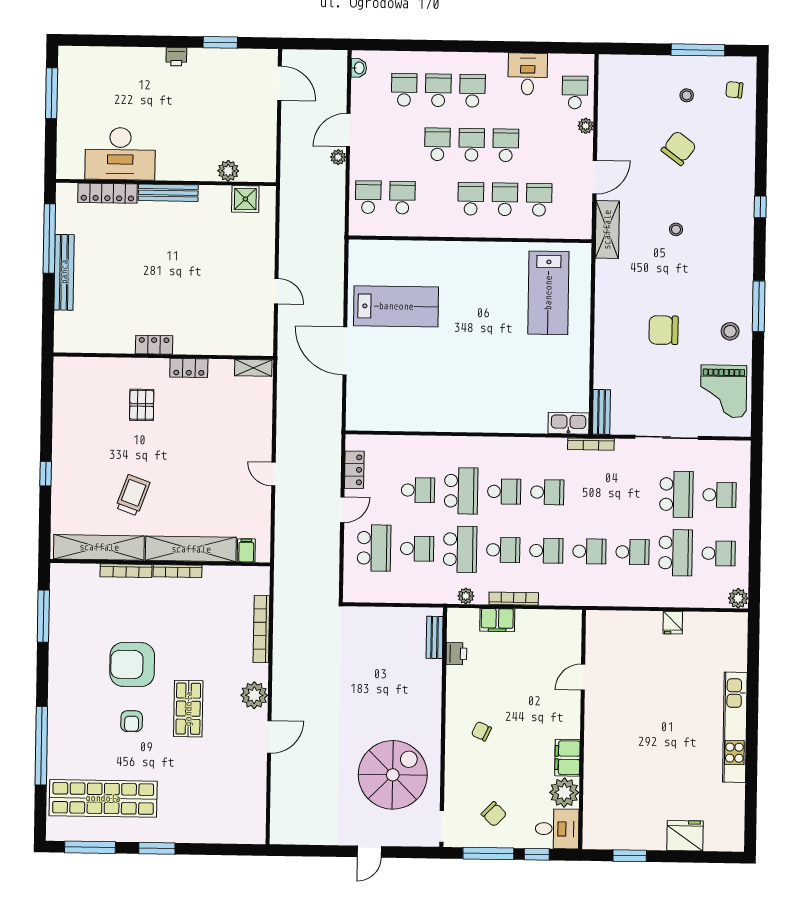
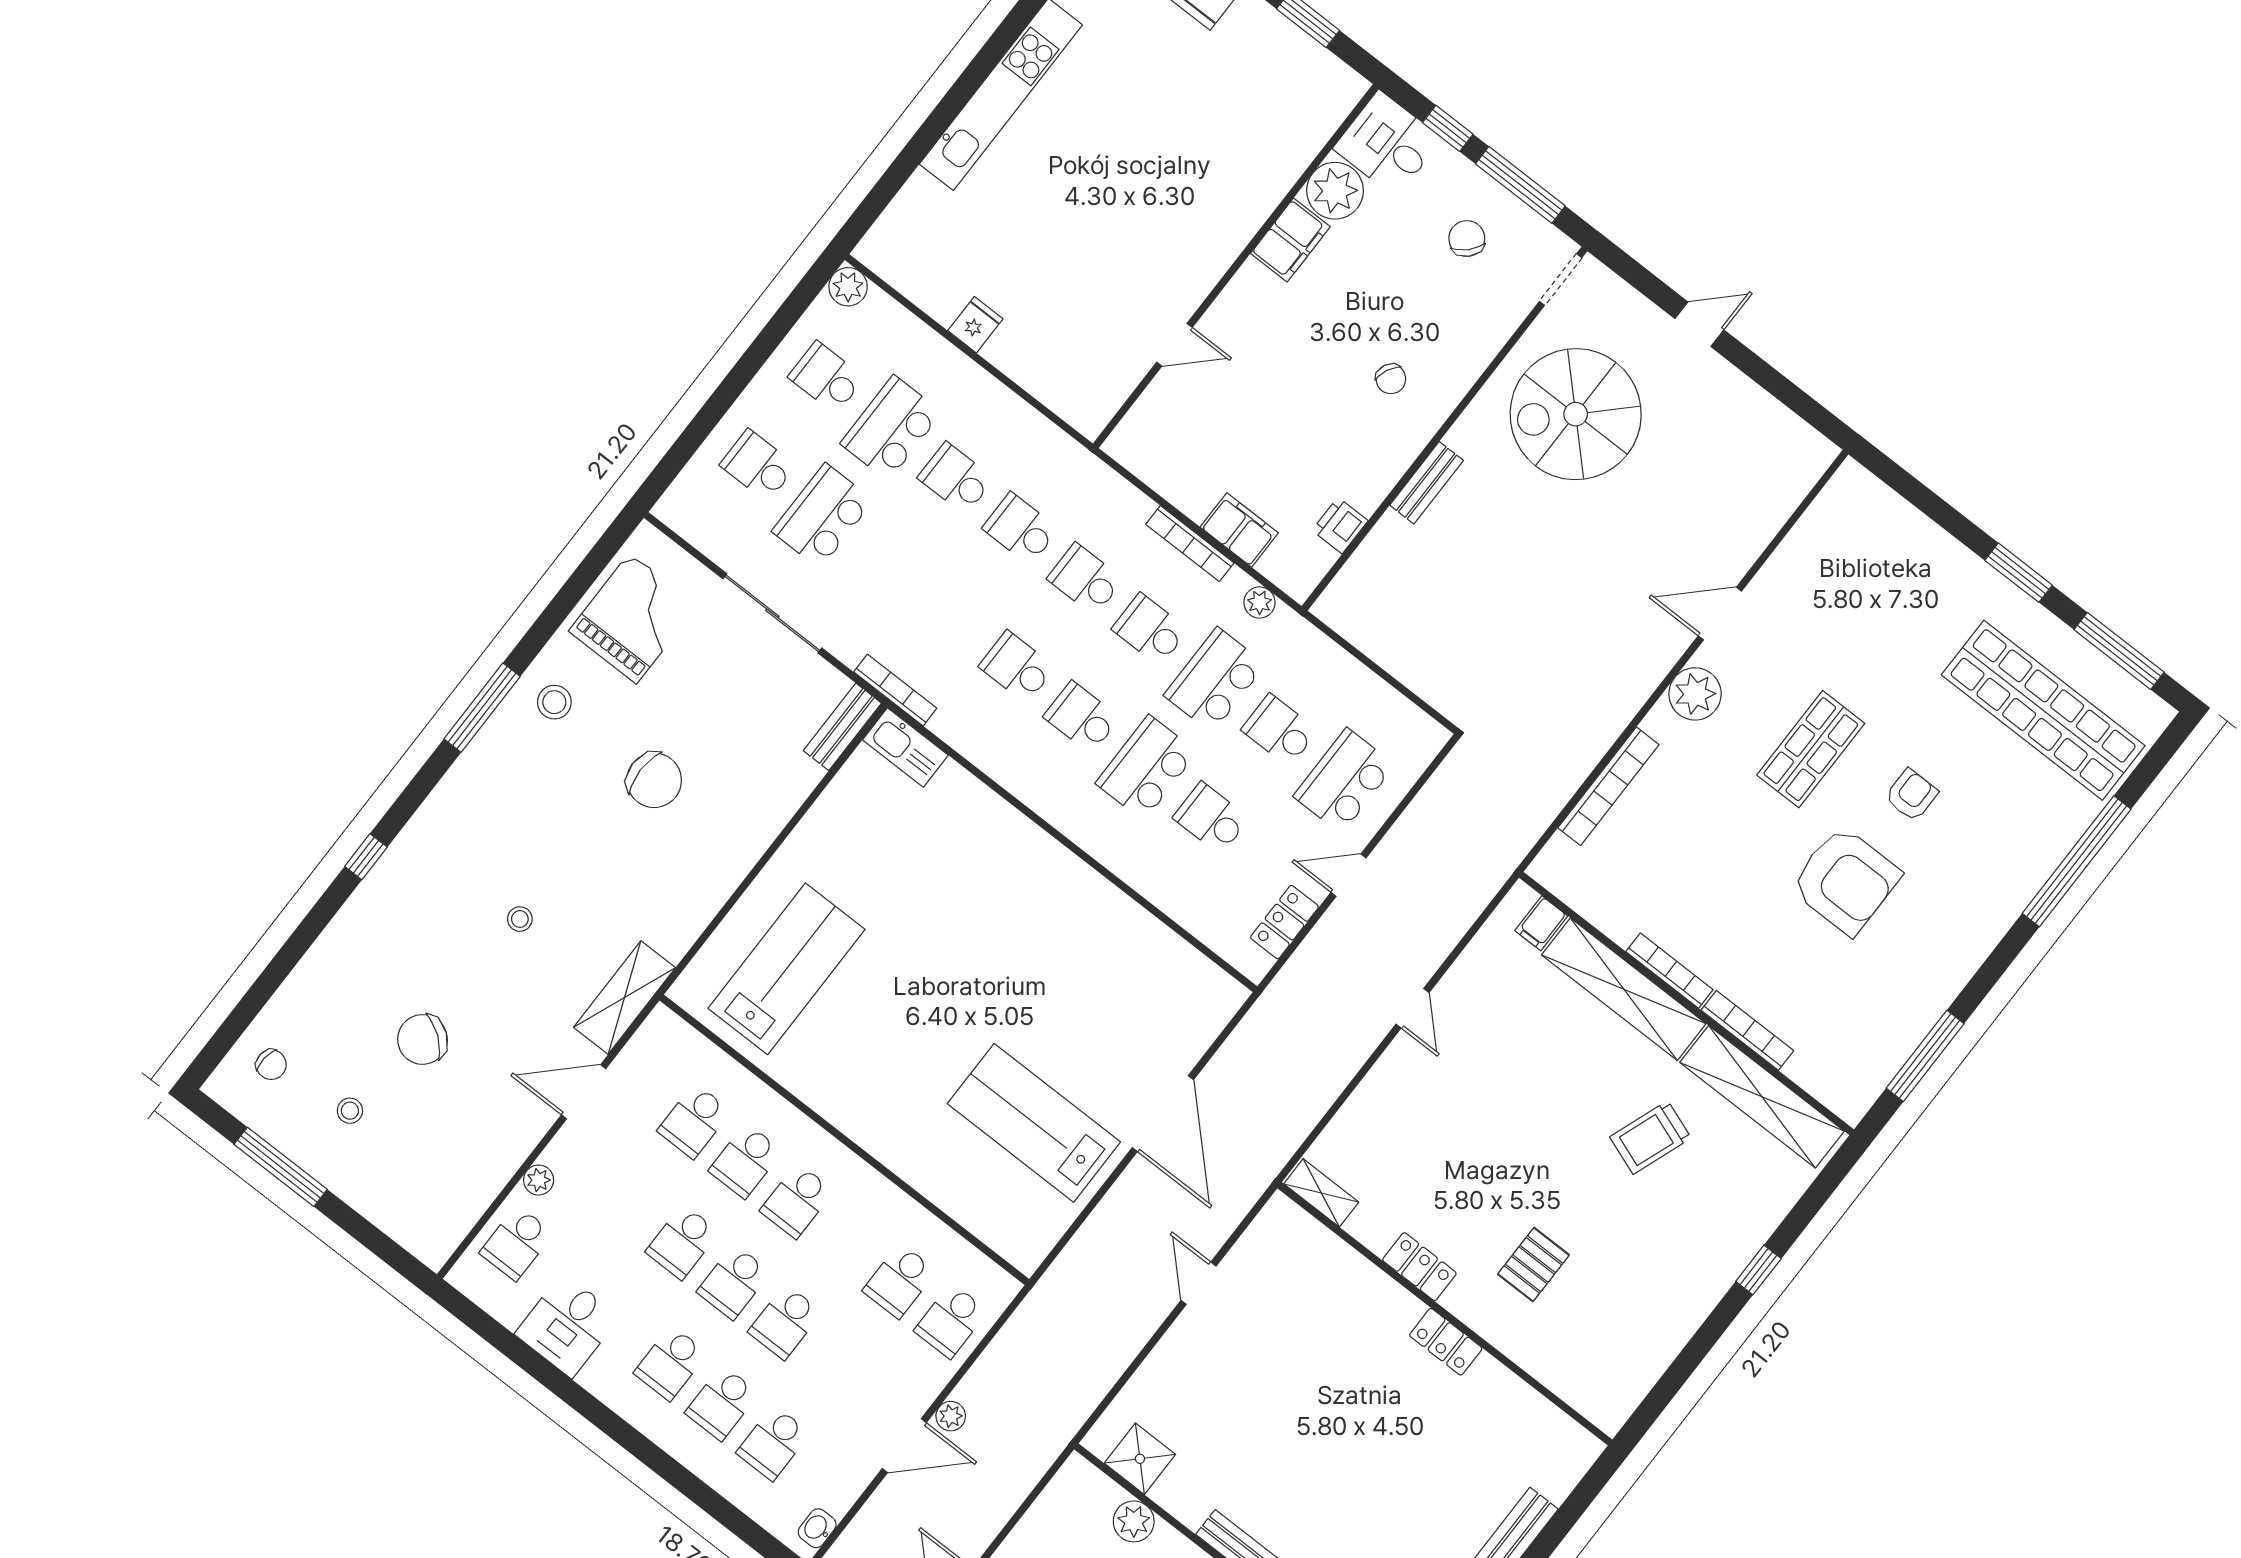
bench: (435, 637) -> (1427, 483), moved

